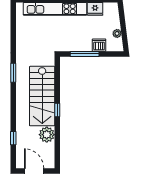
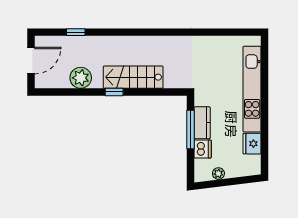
kitchen counter: (80, 45) -> (202, 123), added
window: (13, 73) -> (165, 32), removed
stairs: (42, 96) -> (133, 77), width x0.73, depth x0.66

